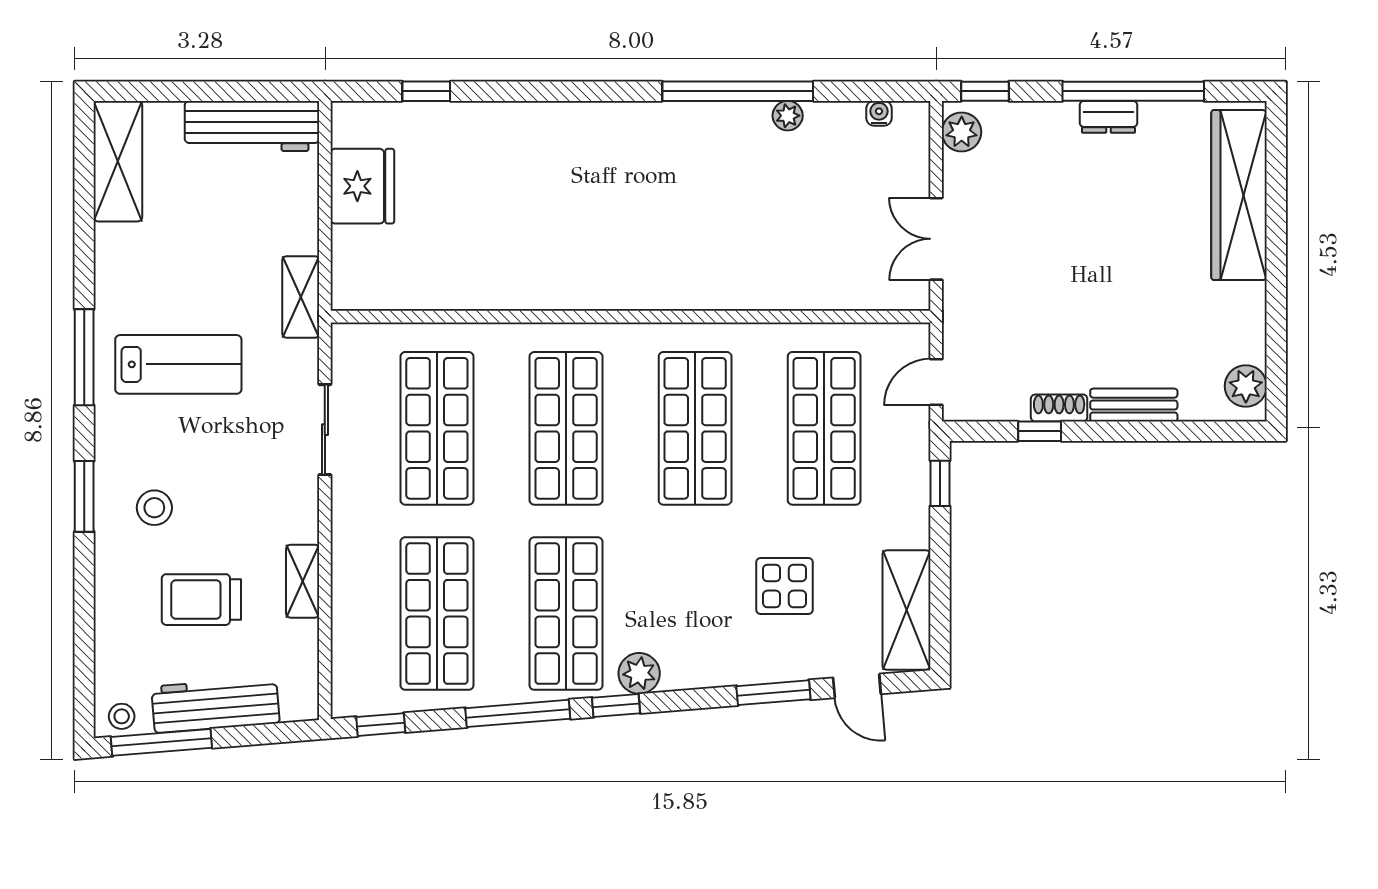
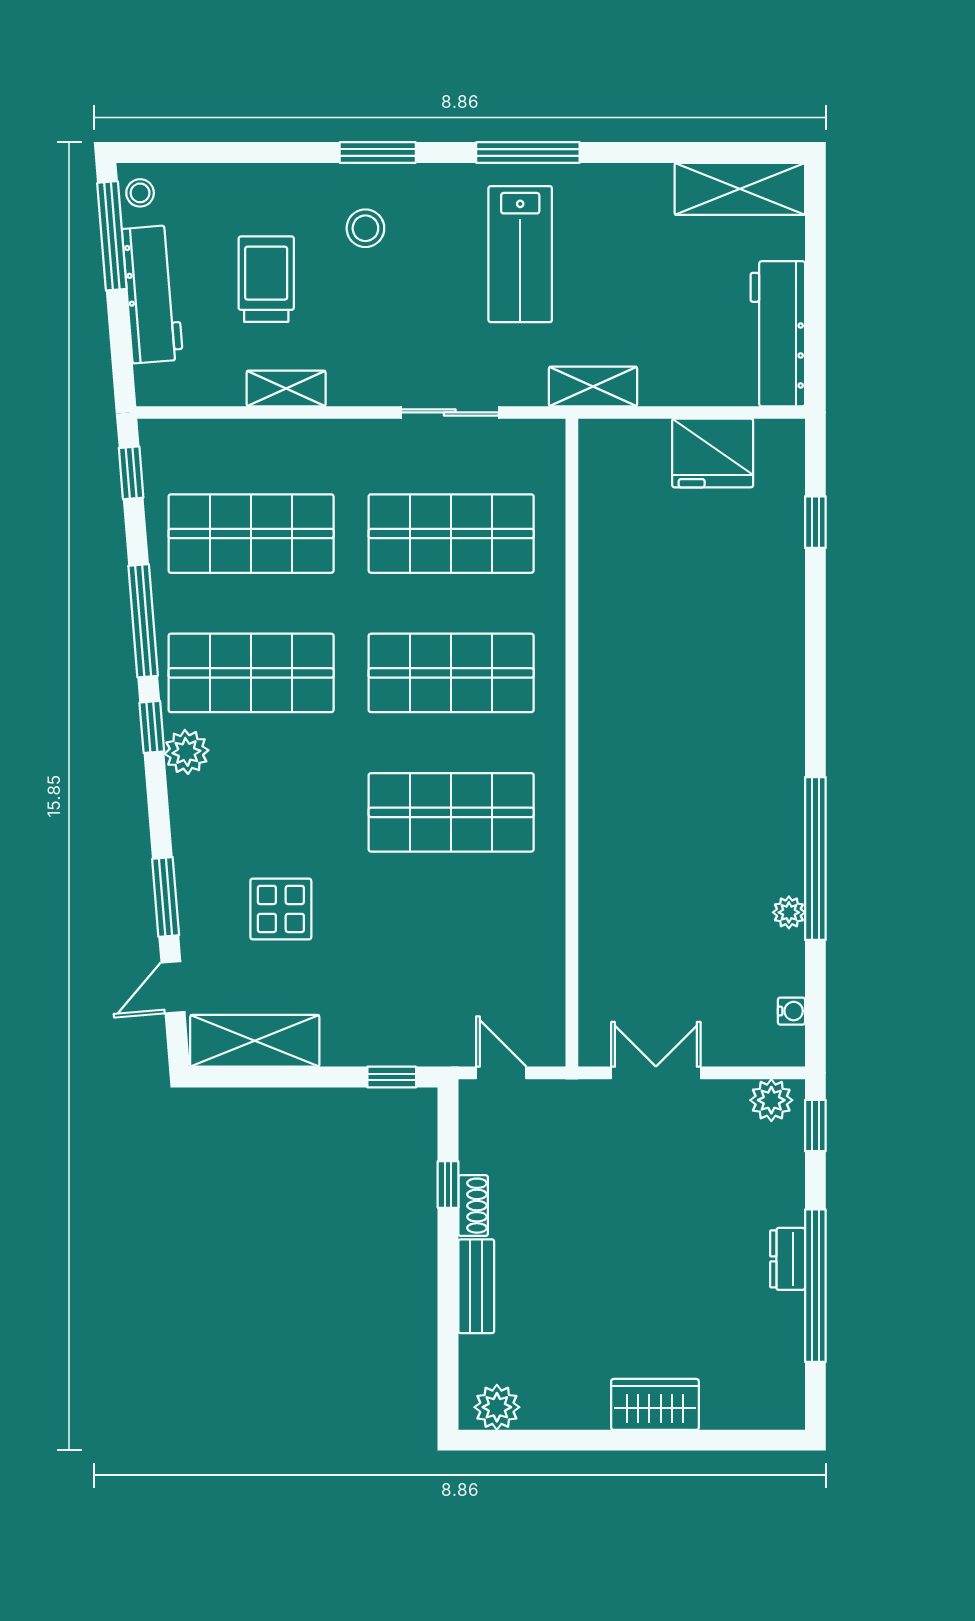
wardrobe: (1239, 195) -> (655, 1404), width x0.48, depth x0.85
shop shelf: (824, 428) -> (451, 952), removed

